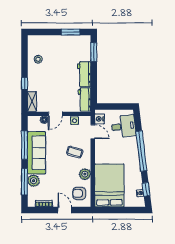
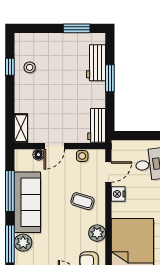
window: (94, 52) -> (110, 78), moved
workbench: (84, 74) -> (96, 63), moved
window: (24, 83) -> (10, 67), moved
nightstand: (100, 119) -> (118, 194), moved
door: (93, 132) -> (108, 172), hinge flipped

